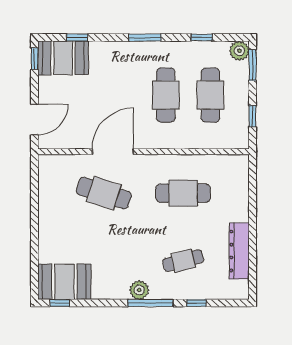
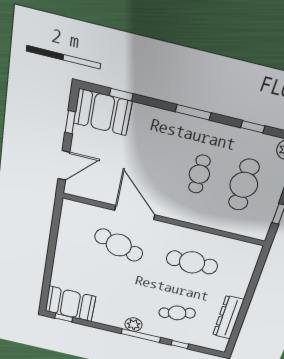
window: (34, 59) -> (70, 122), moved
cafe table: (166, 95) -> (199, 174), width x0.73, depth x0.74
door: (113, 152) -> (135, 213), hinge flipped

